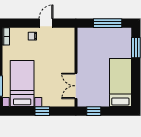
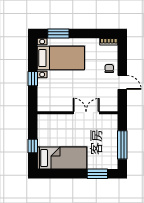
double door: (76, 86) -> (86, 113), moved
window: (94, 111) -> (33, 146), moved

